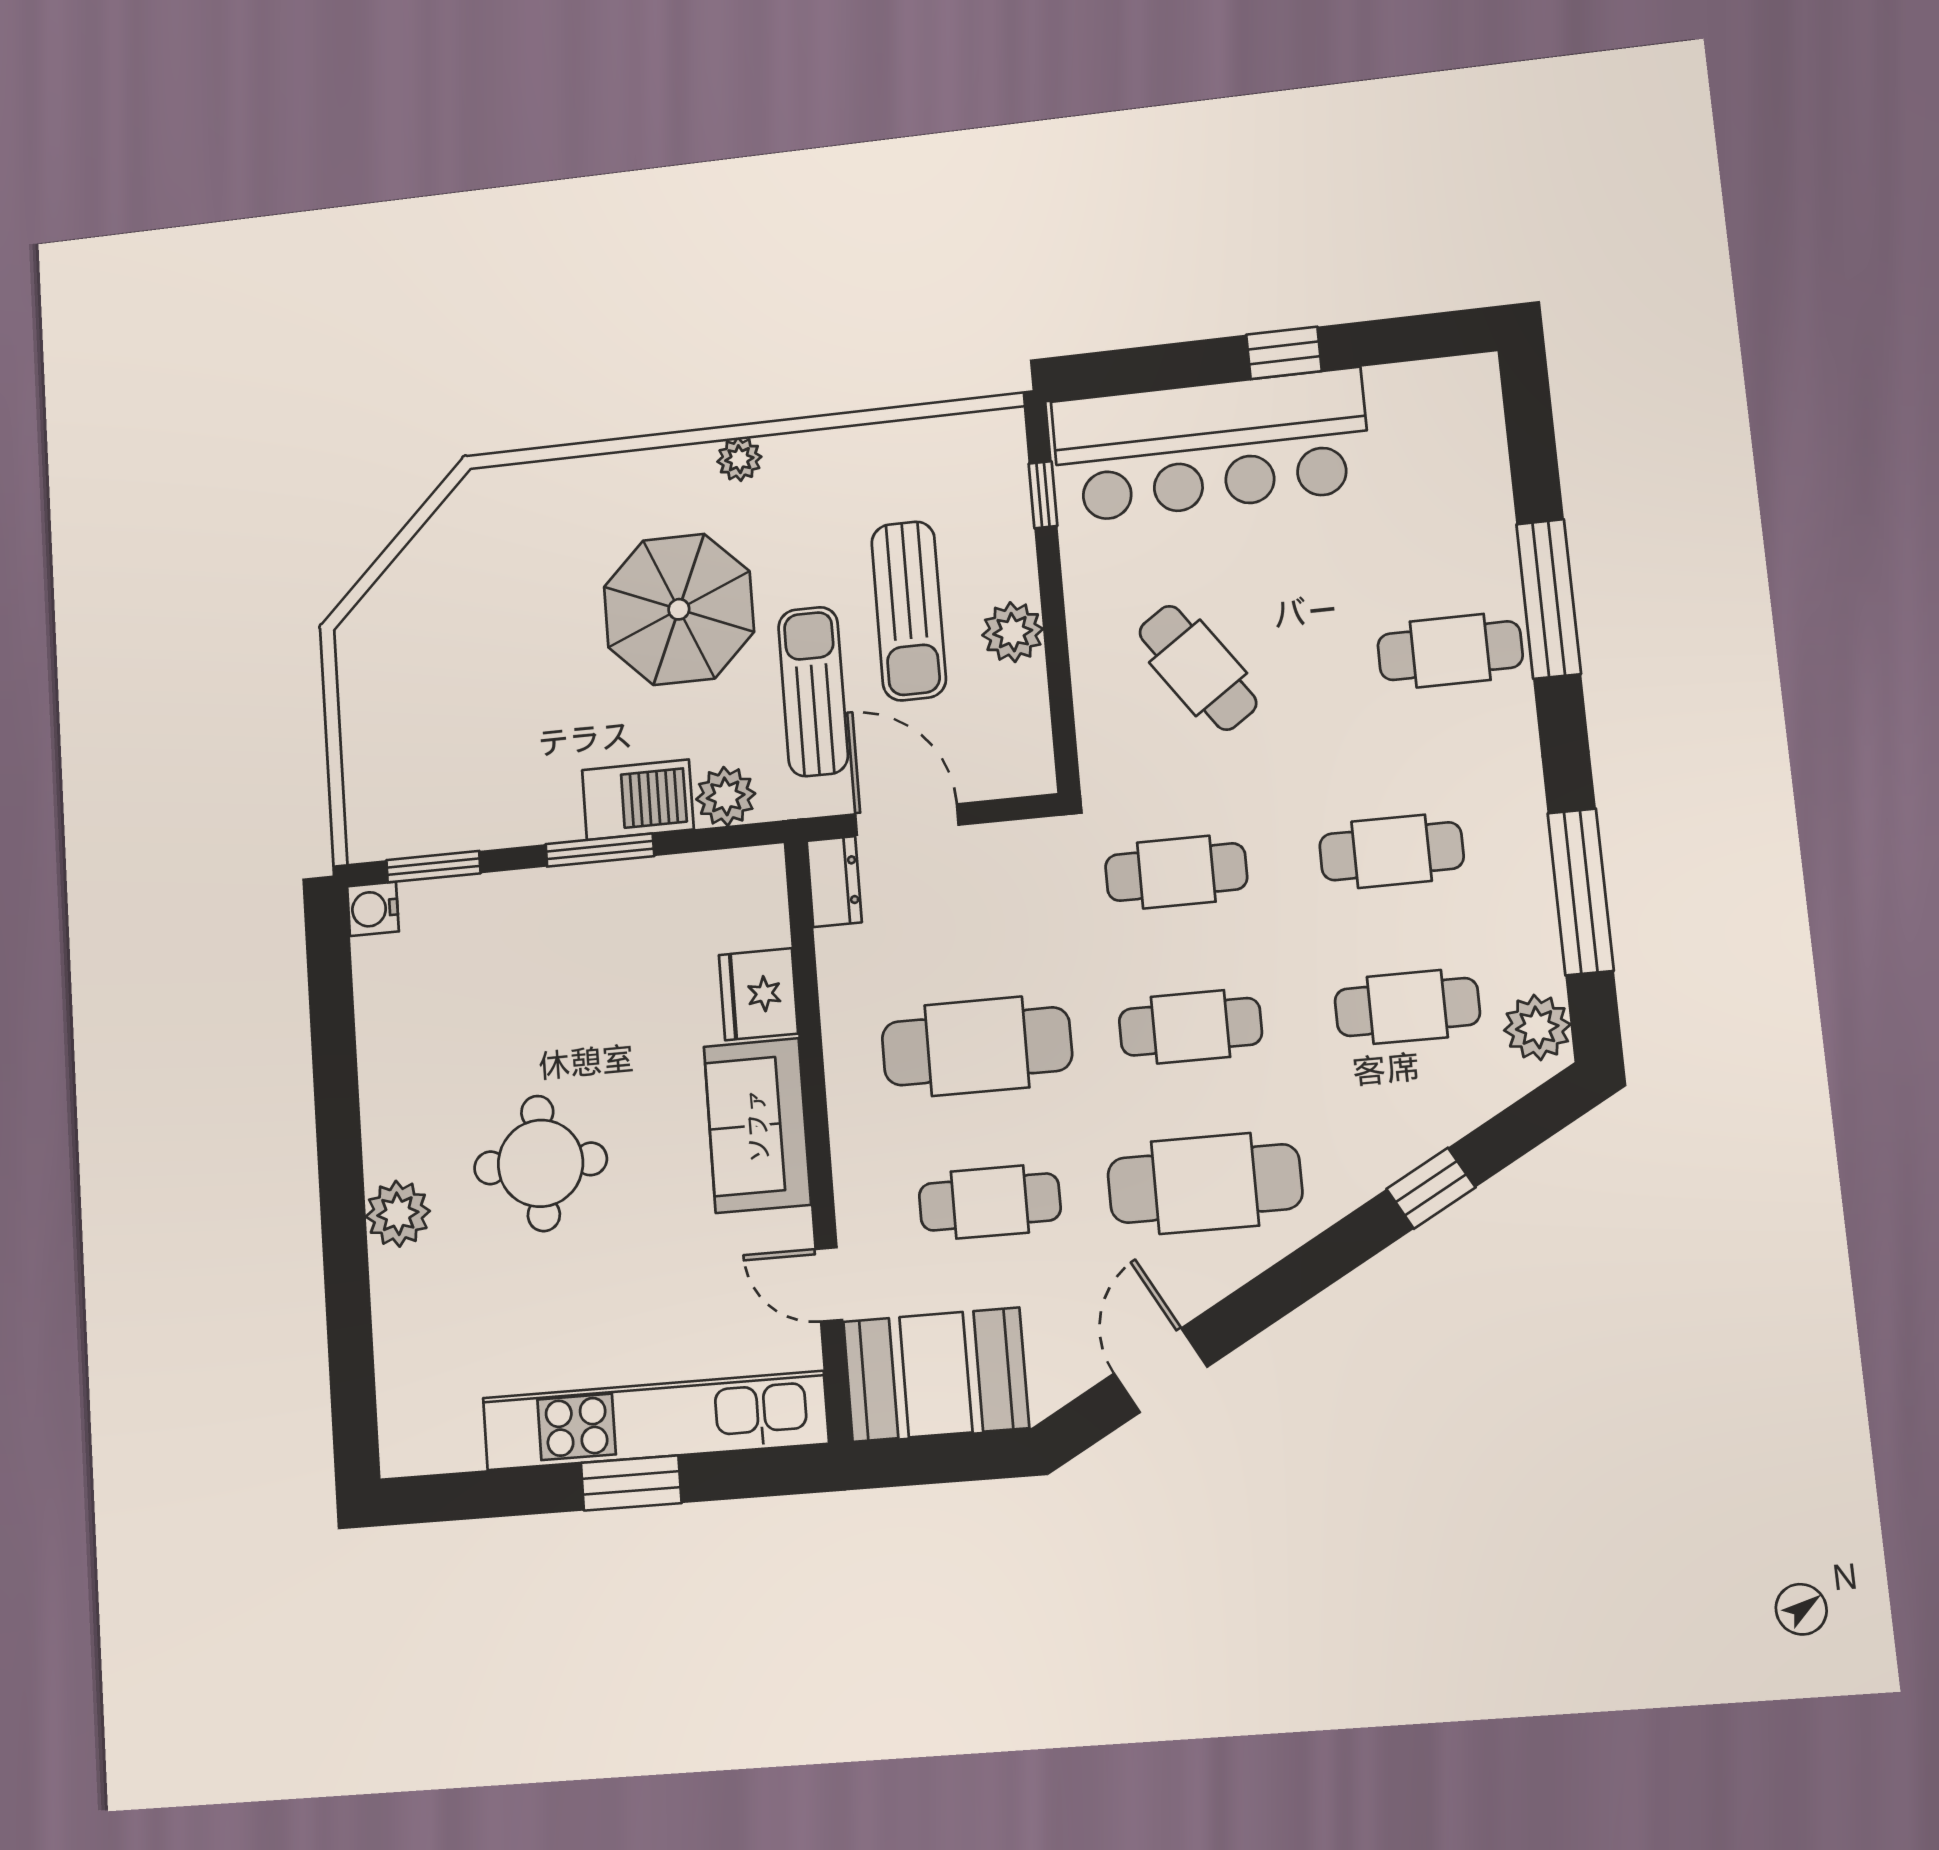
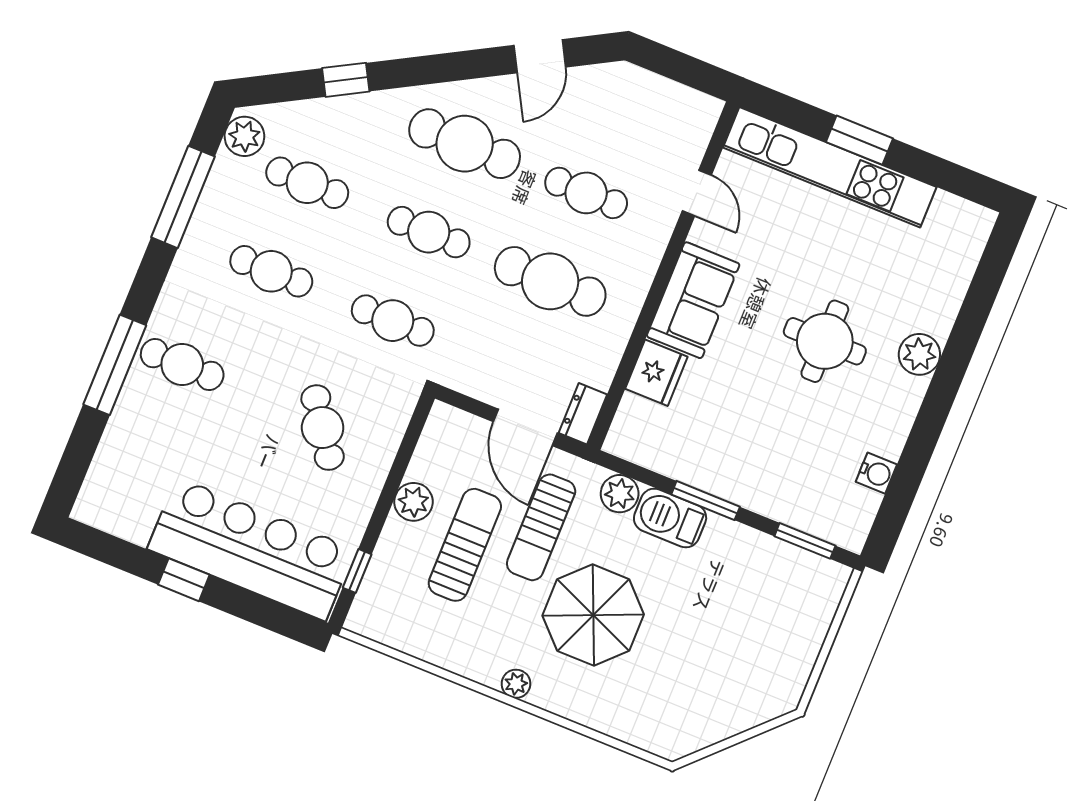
water cooler: (373, 909) -> (876, 473), moved
booth: (936, 1375) -> (663, 115), removed

